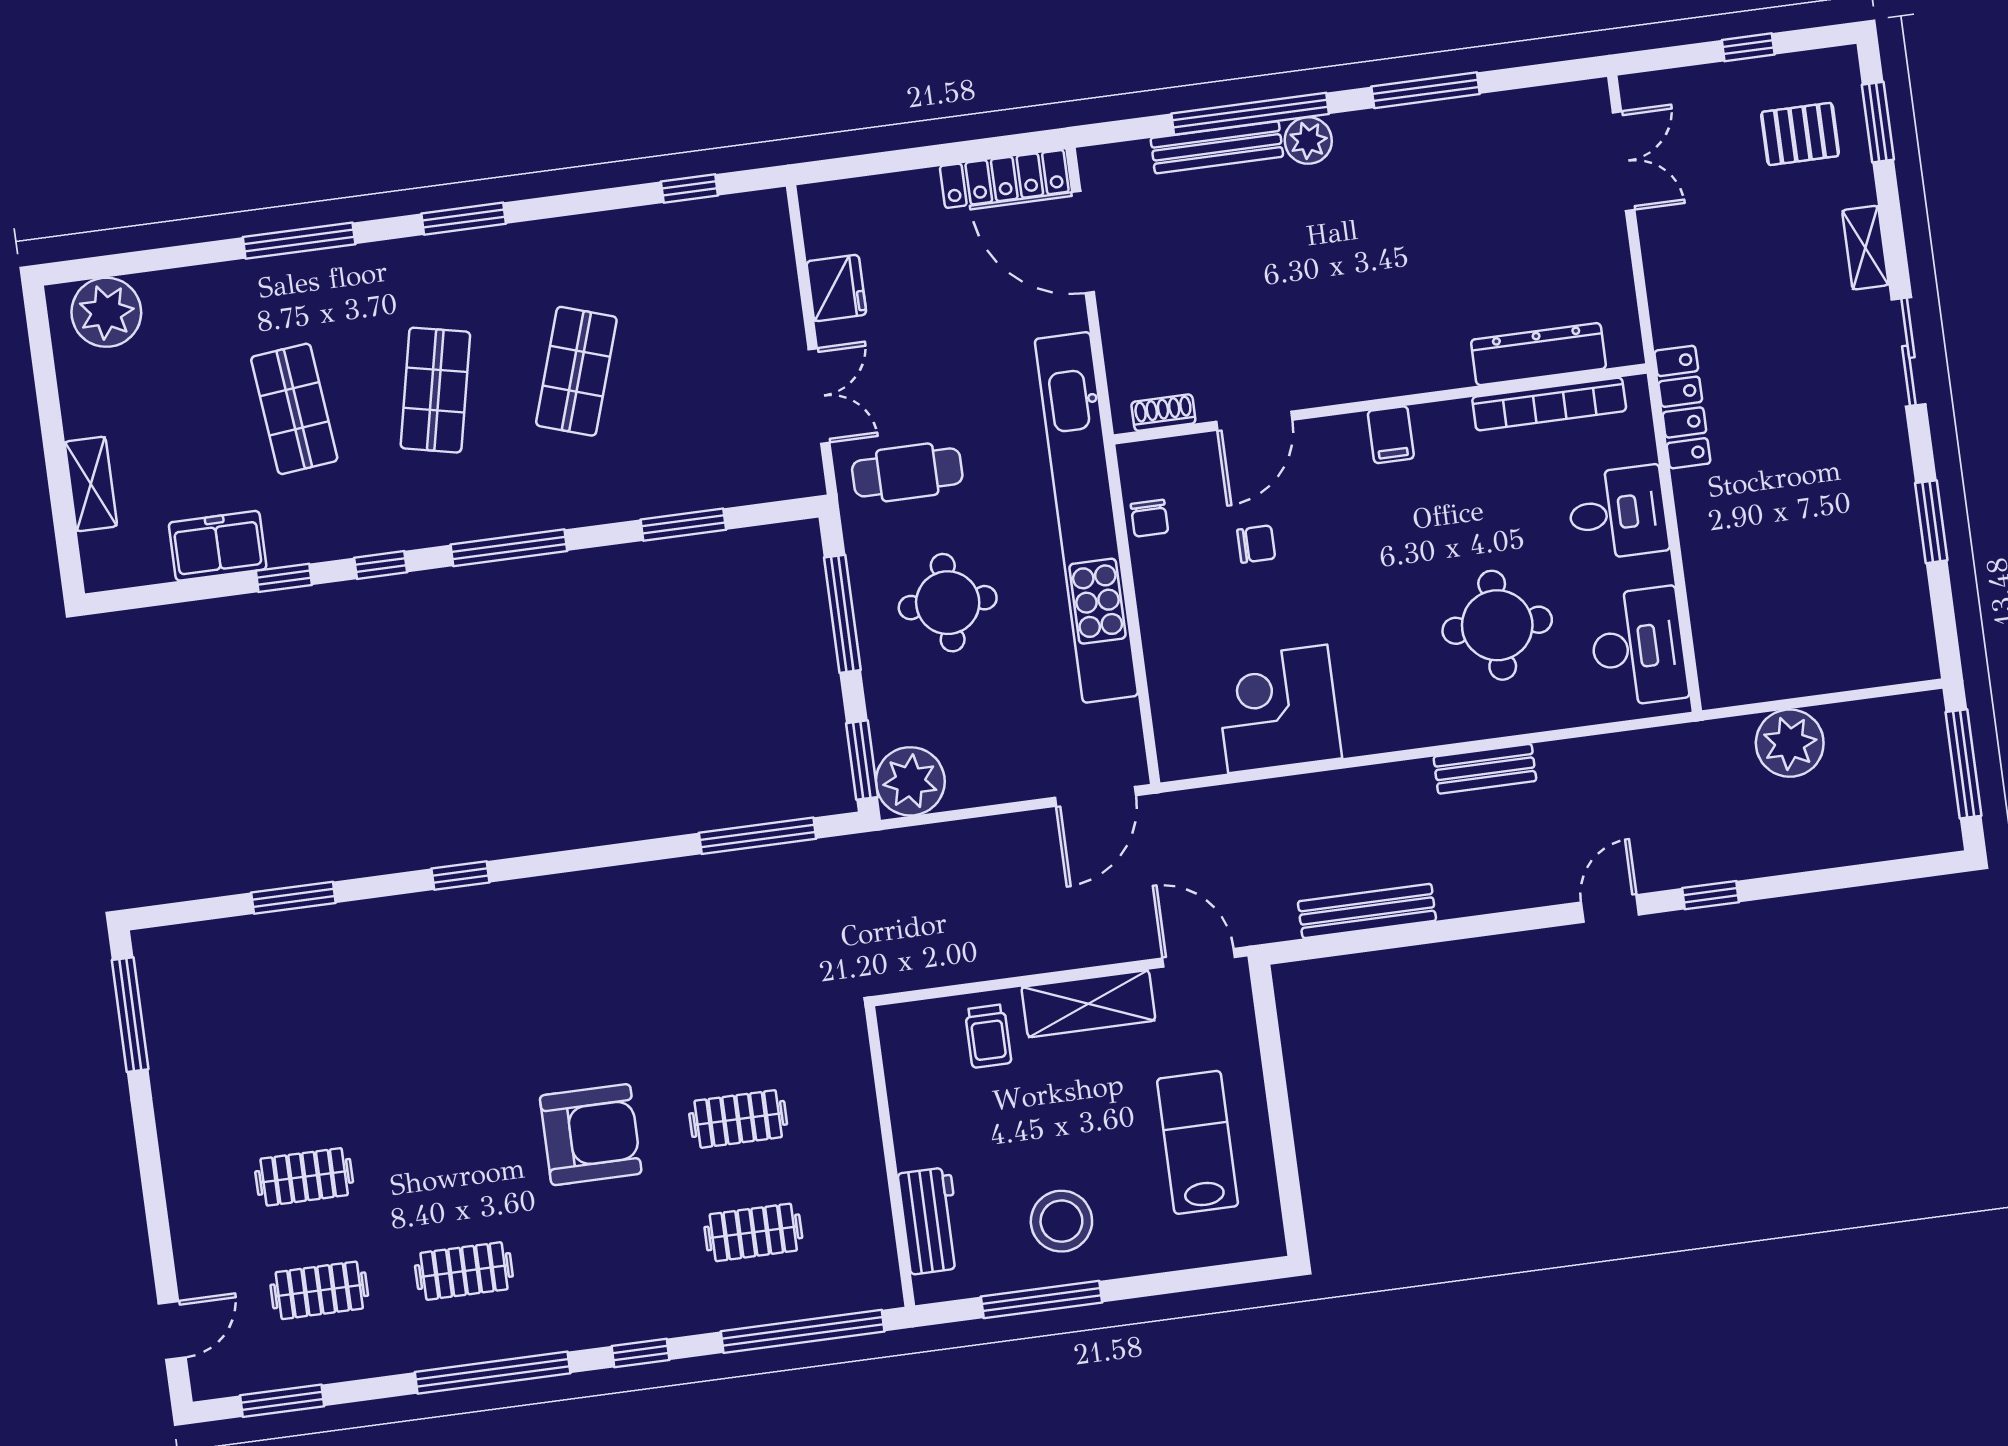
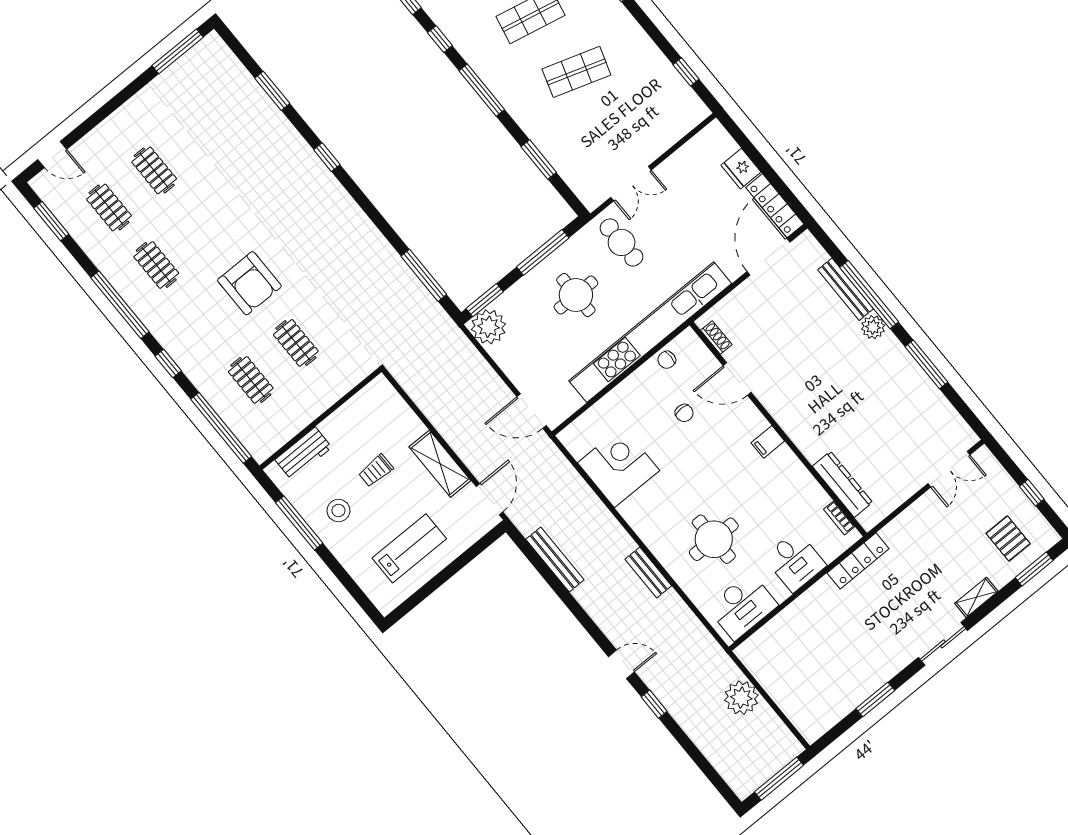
fridge: (836, 288) -> (741, 169), moved, turned 90
bookcase: (1549, 404) -> (839, 518), width x0.43, depth x0.76
trolley: (988, 1036) -> (376, 471), moved
stool: (1061, 1221) -> (338, 511), width x0.73, depth x0.73

